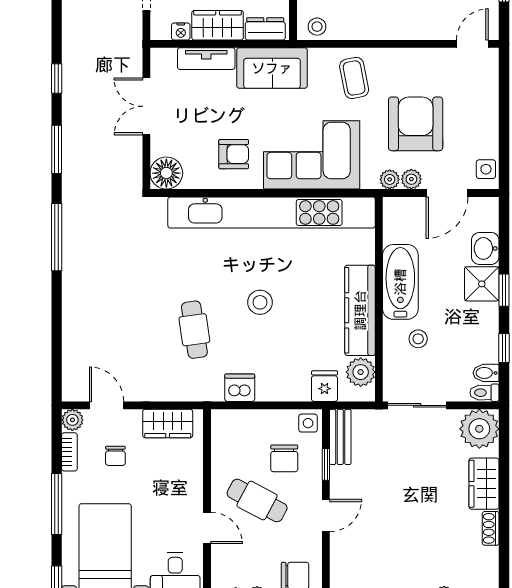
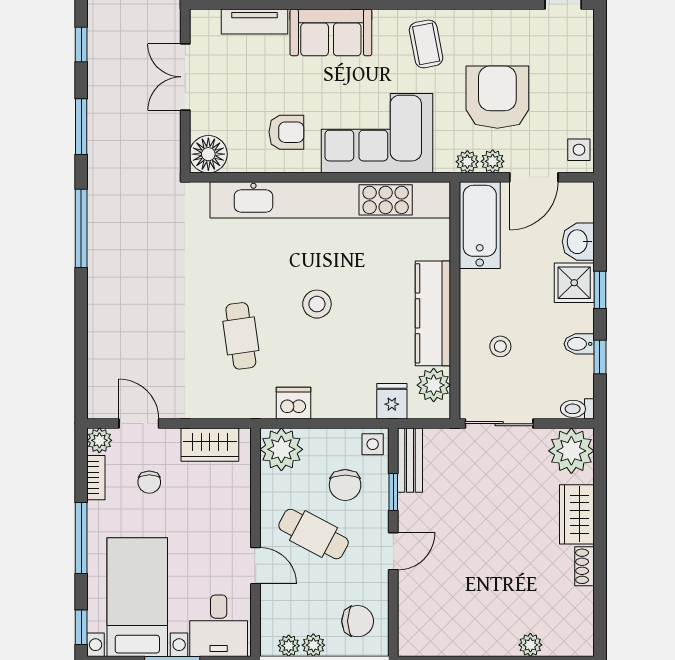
bathtub: (400, 282) -> (480, 225), moved
bidet: (486, 373) -> (579, 344), moved
plant: (229, 428) -> (281, 449), added

